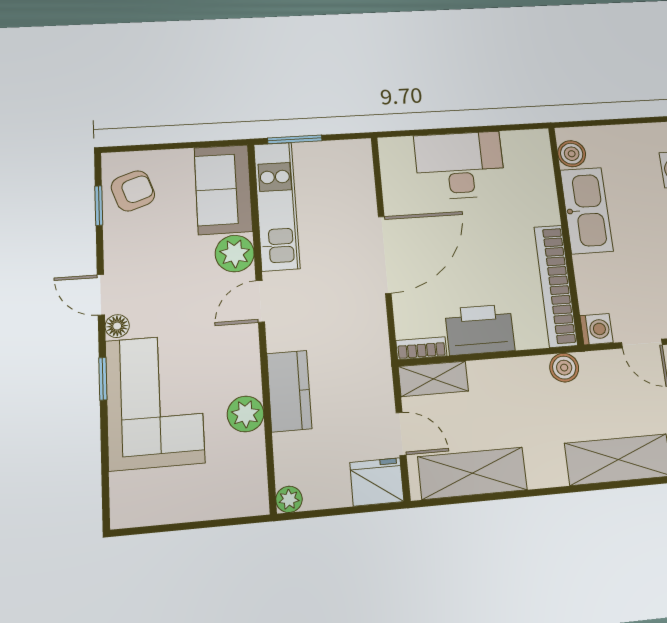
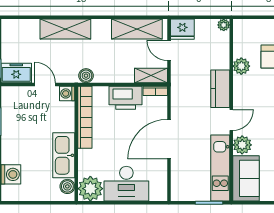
plant: (528, 152) -> (90, 189), added
kitchen counter: (289, 391) -> (220, 89), moved

